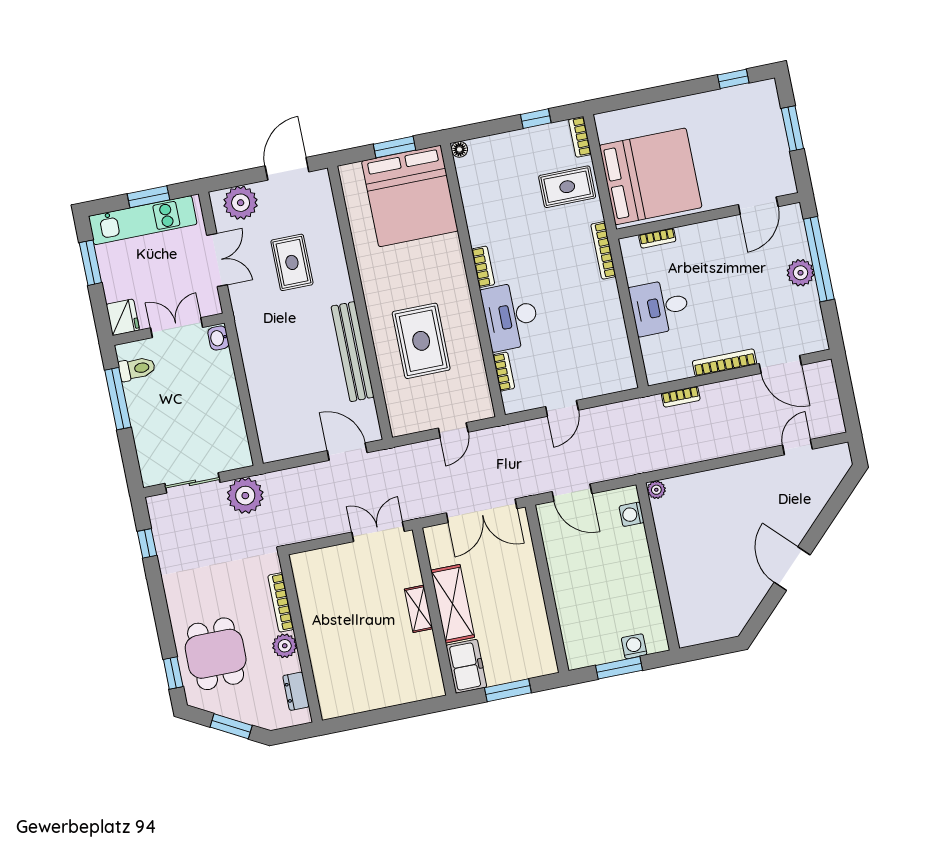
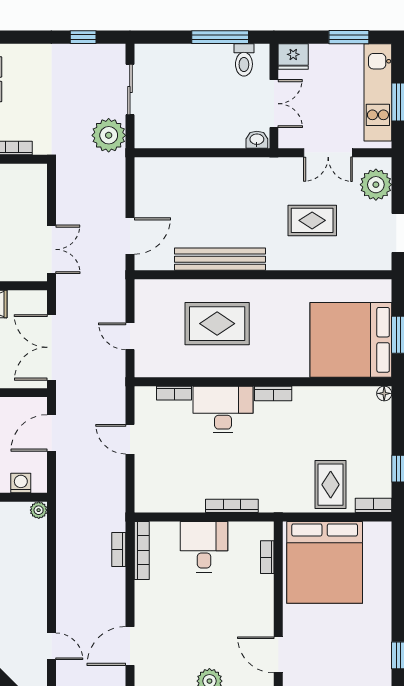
bookcase: (603, 250) -> (232, 506), moved
bookcase: (724, 363) -> (142, 550), moved

